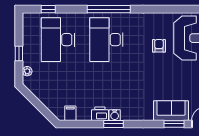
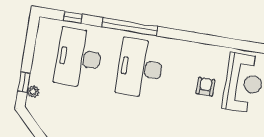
window: (109, 9) -> (130, 27), moved
window: (19, 53) -> (24, 82), moved

